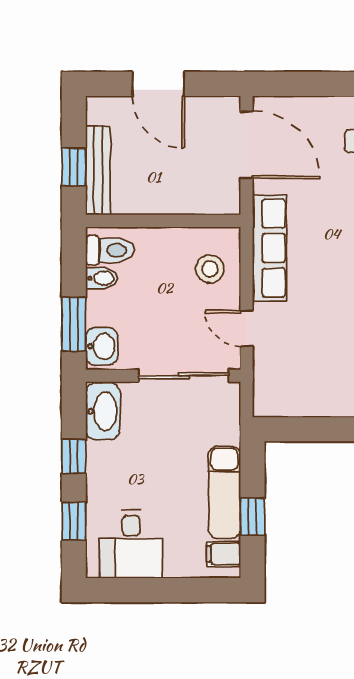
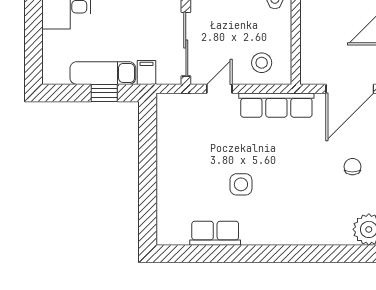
window: (252, 517) -> (104, 93), moved
filing cabinet: (223, 554) -> (147, 72), moved

